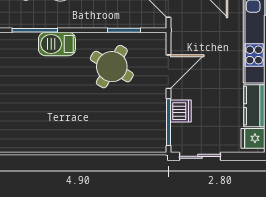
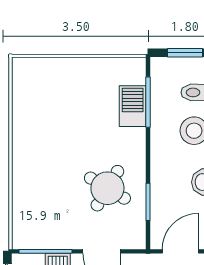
barbecue: (57, 44) -> (133, 106), moved

